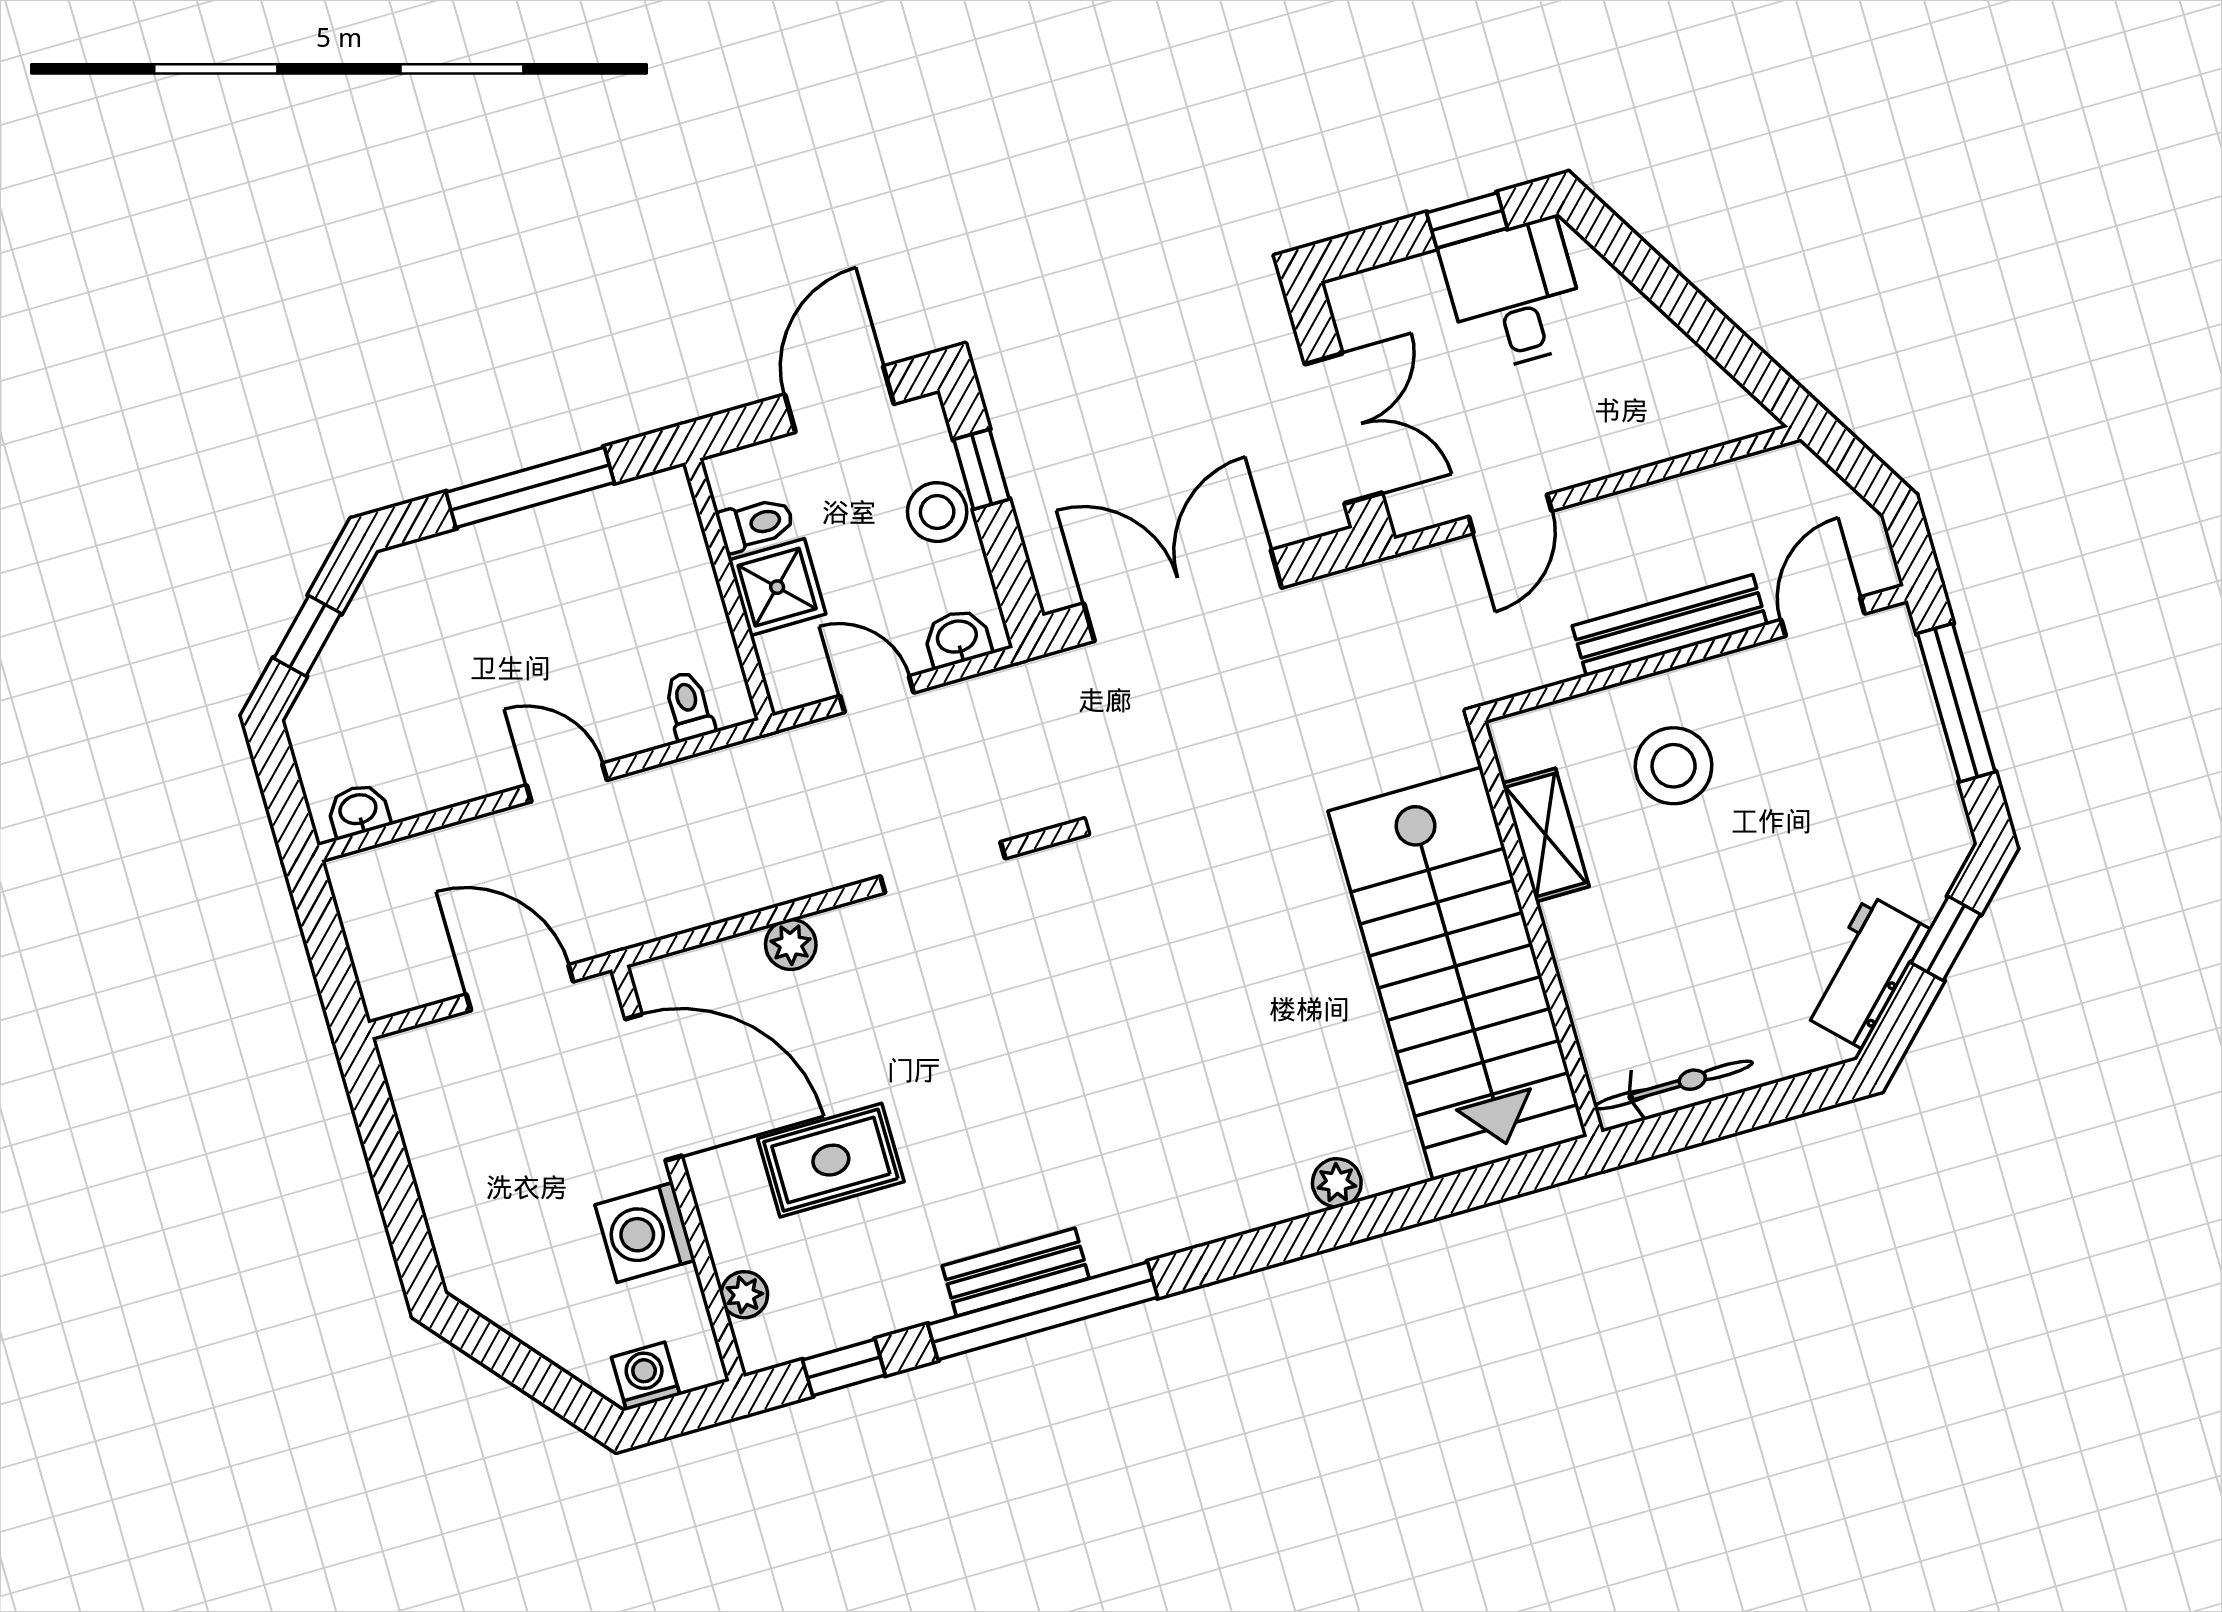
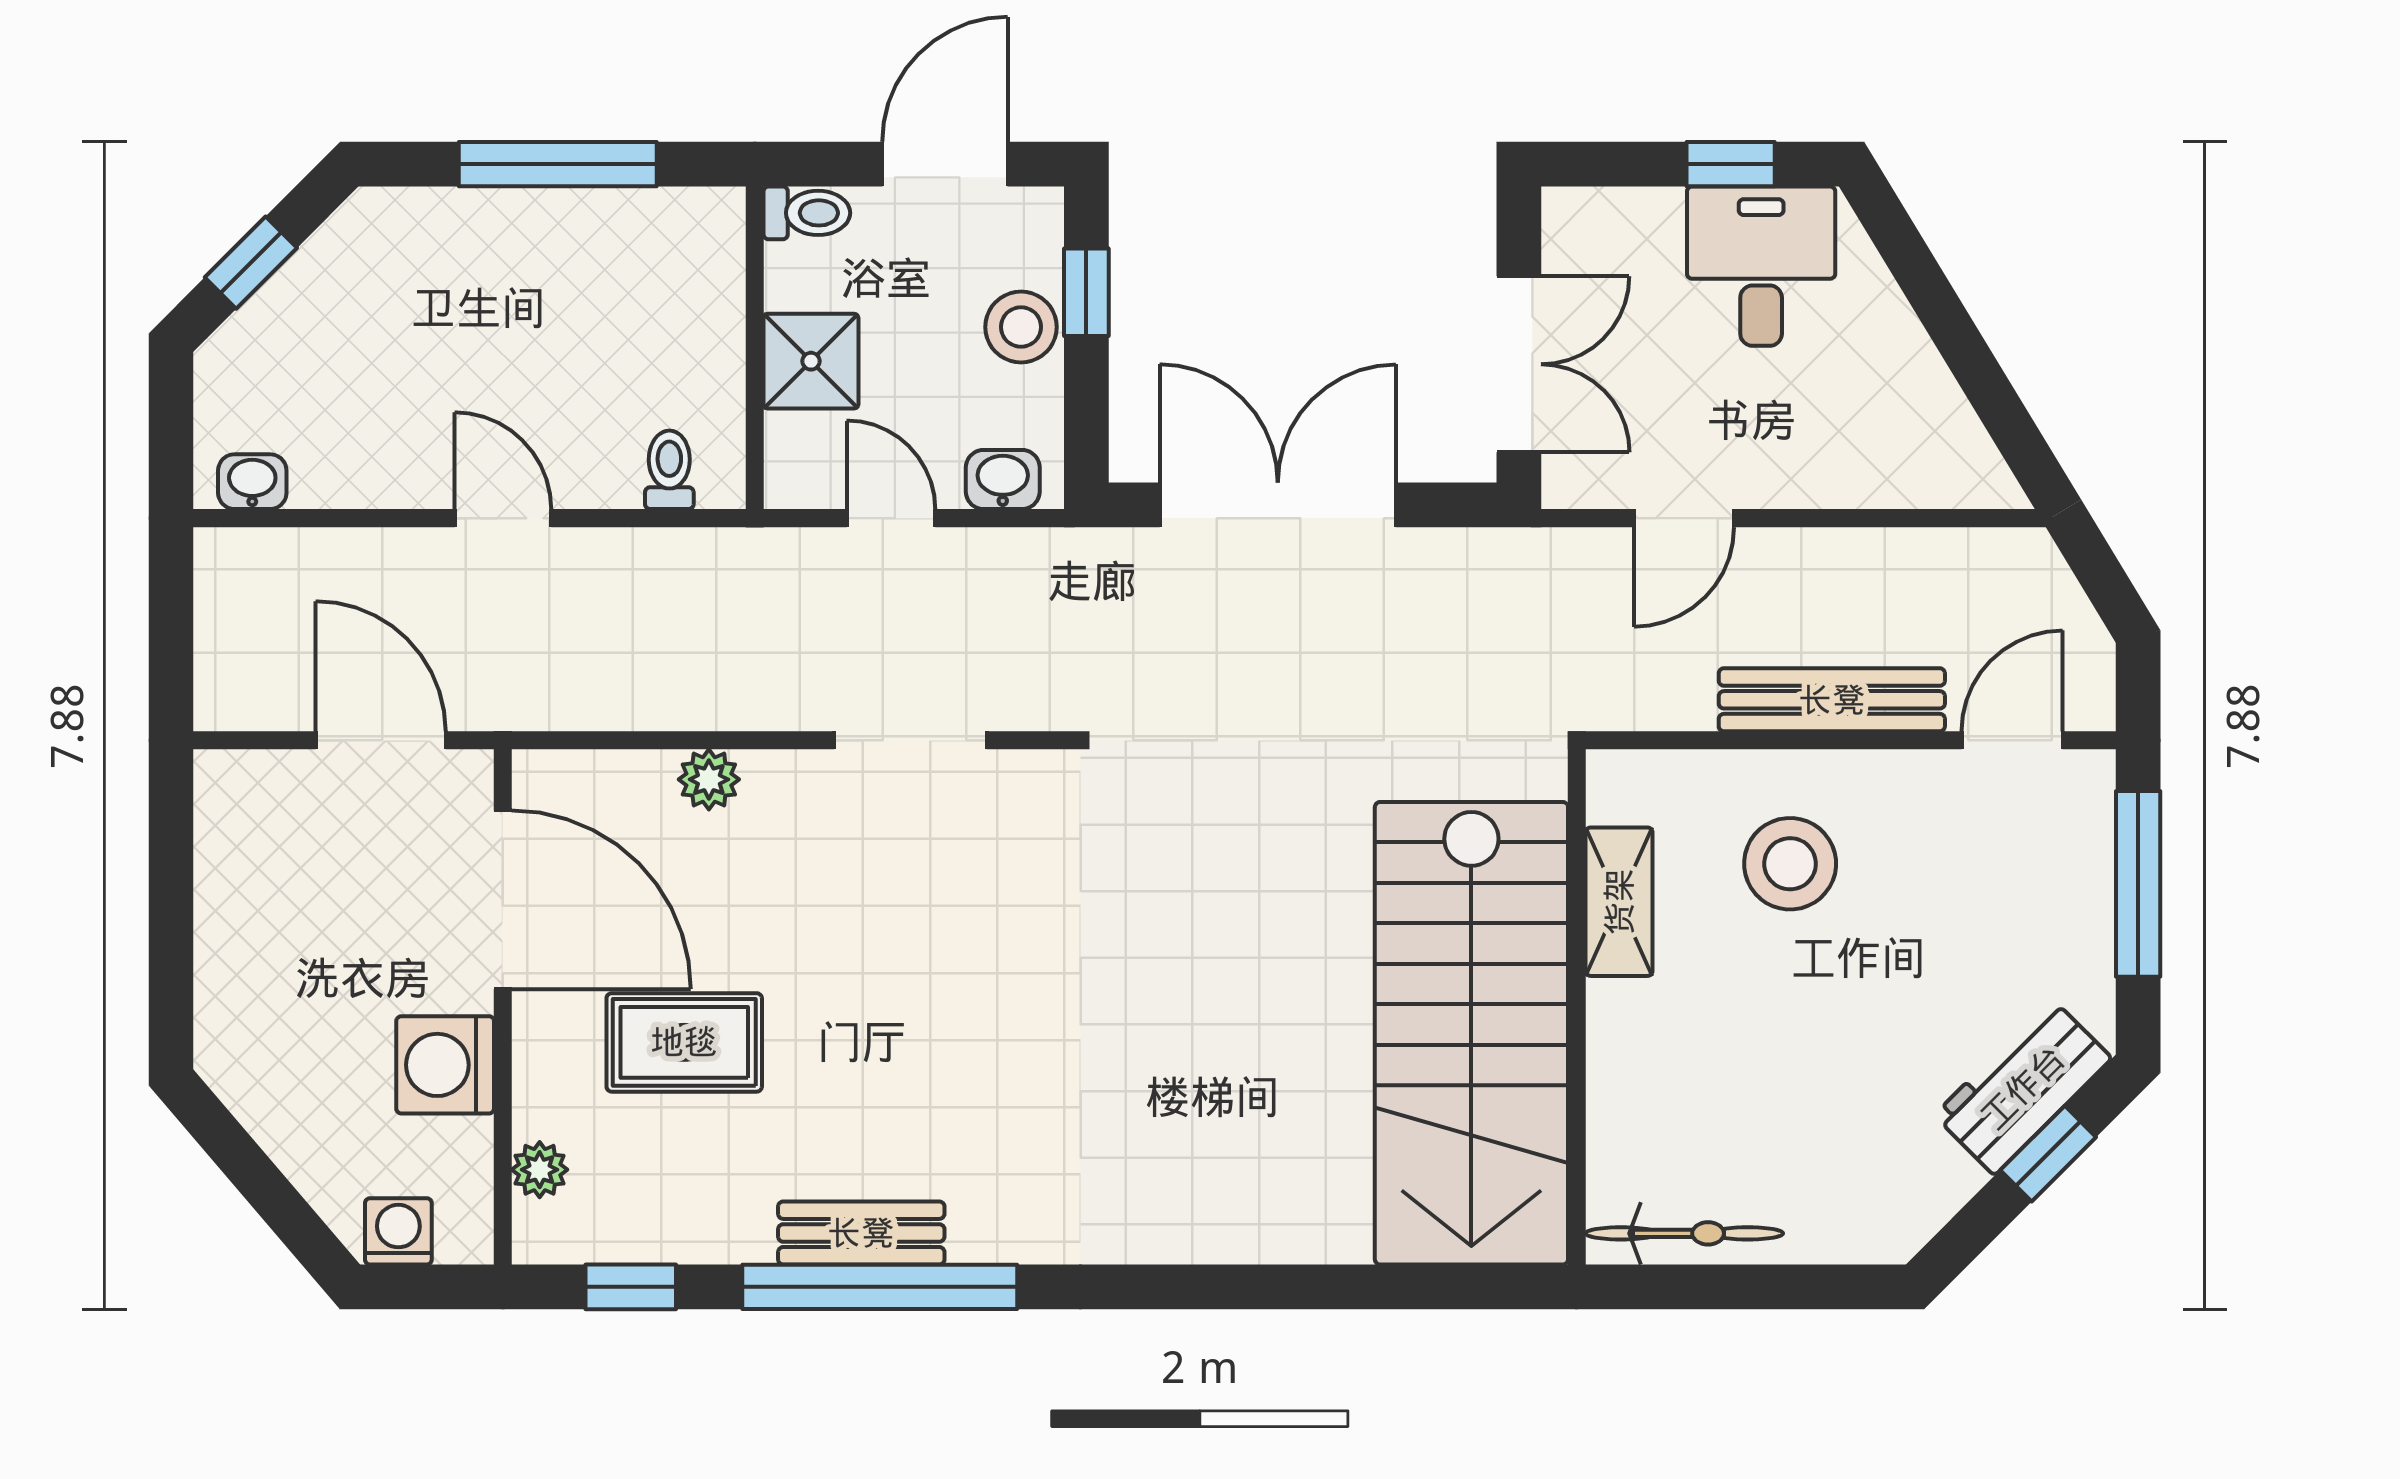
toilet: (756, 524) -> (807, 213), moved
workbench: (1865, 972) -> (2023, 1087), moved
plant: (1337, 1183) -> (1263, 1236), removed

